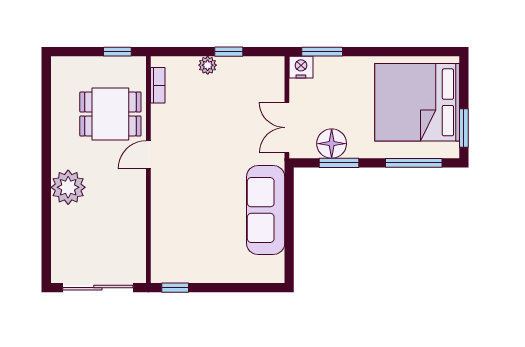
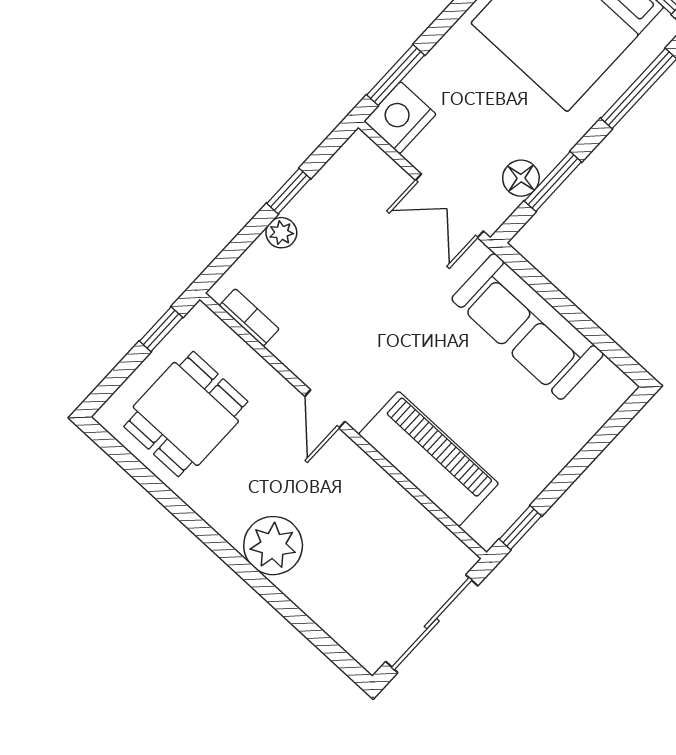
nightstand: (301, 67) -> (400, 118), width x1.36, depth x1.33
dining table: (110, 114) -> (186, 414), moved
floor lamp: (332, 144) -> (521, 178), width x0.73, depth x0.73
piano: (168, 220) -> (428, 459), added

